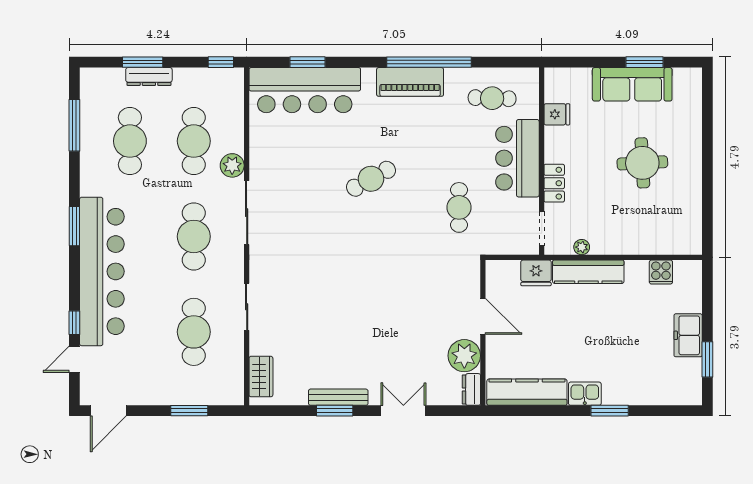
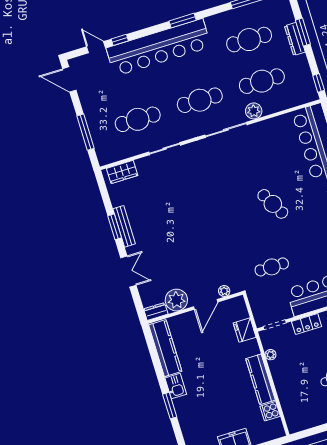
kitchen counter: (588, 272) -> (261, 379), moved
plant: (472, 285) -> (224, 291), added
window: (189, 411) -> (86, 132), width x1.44

